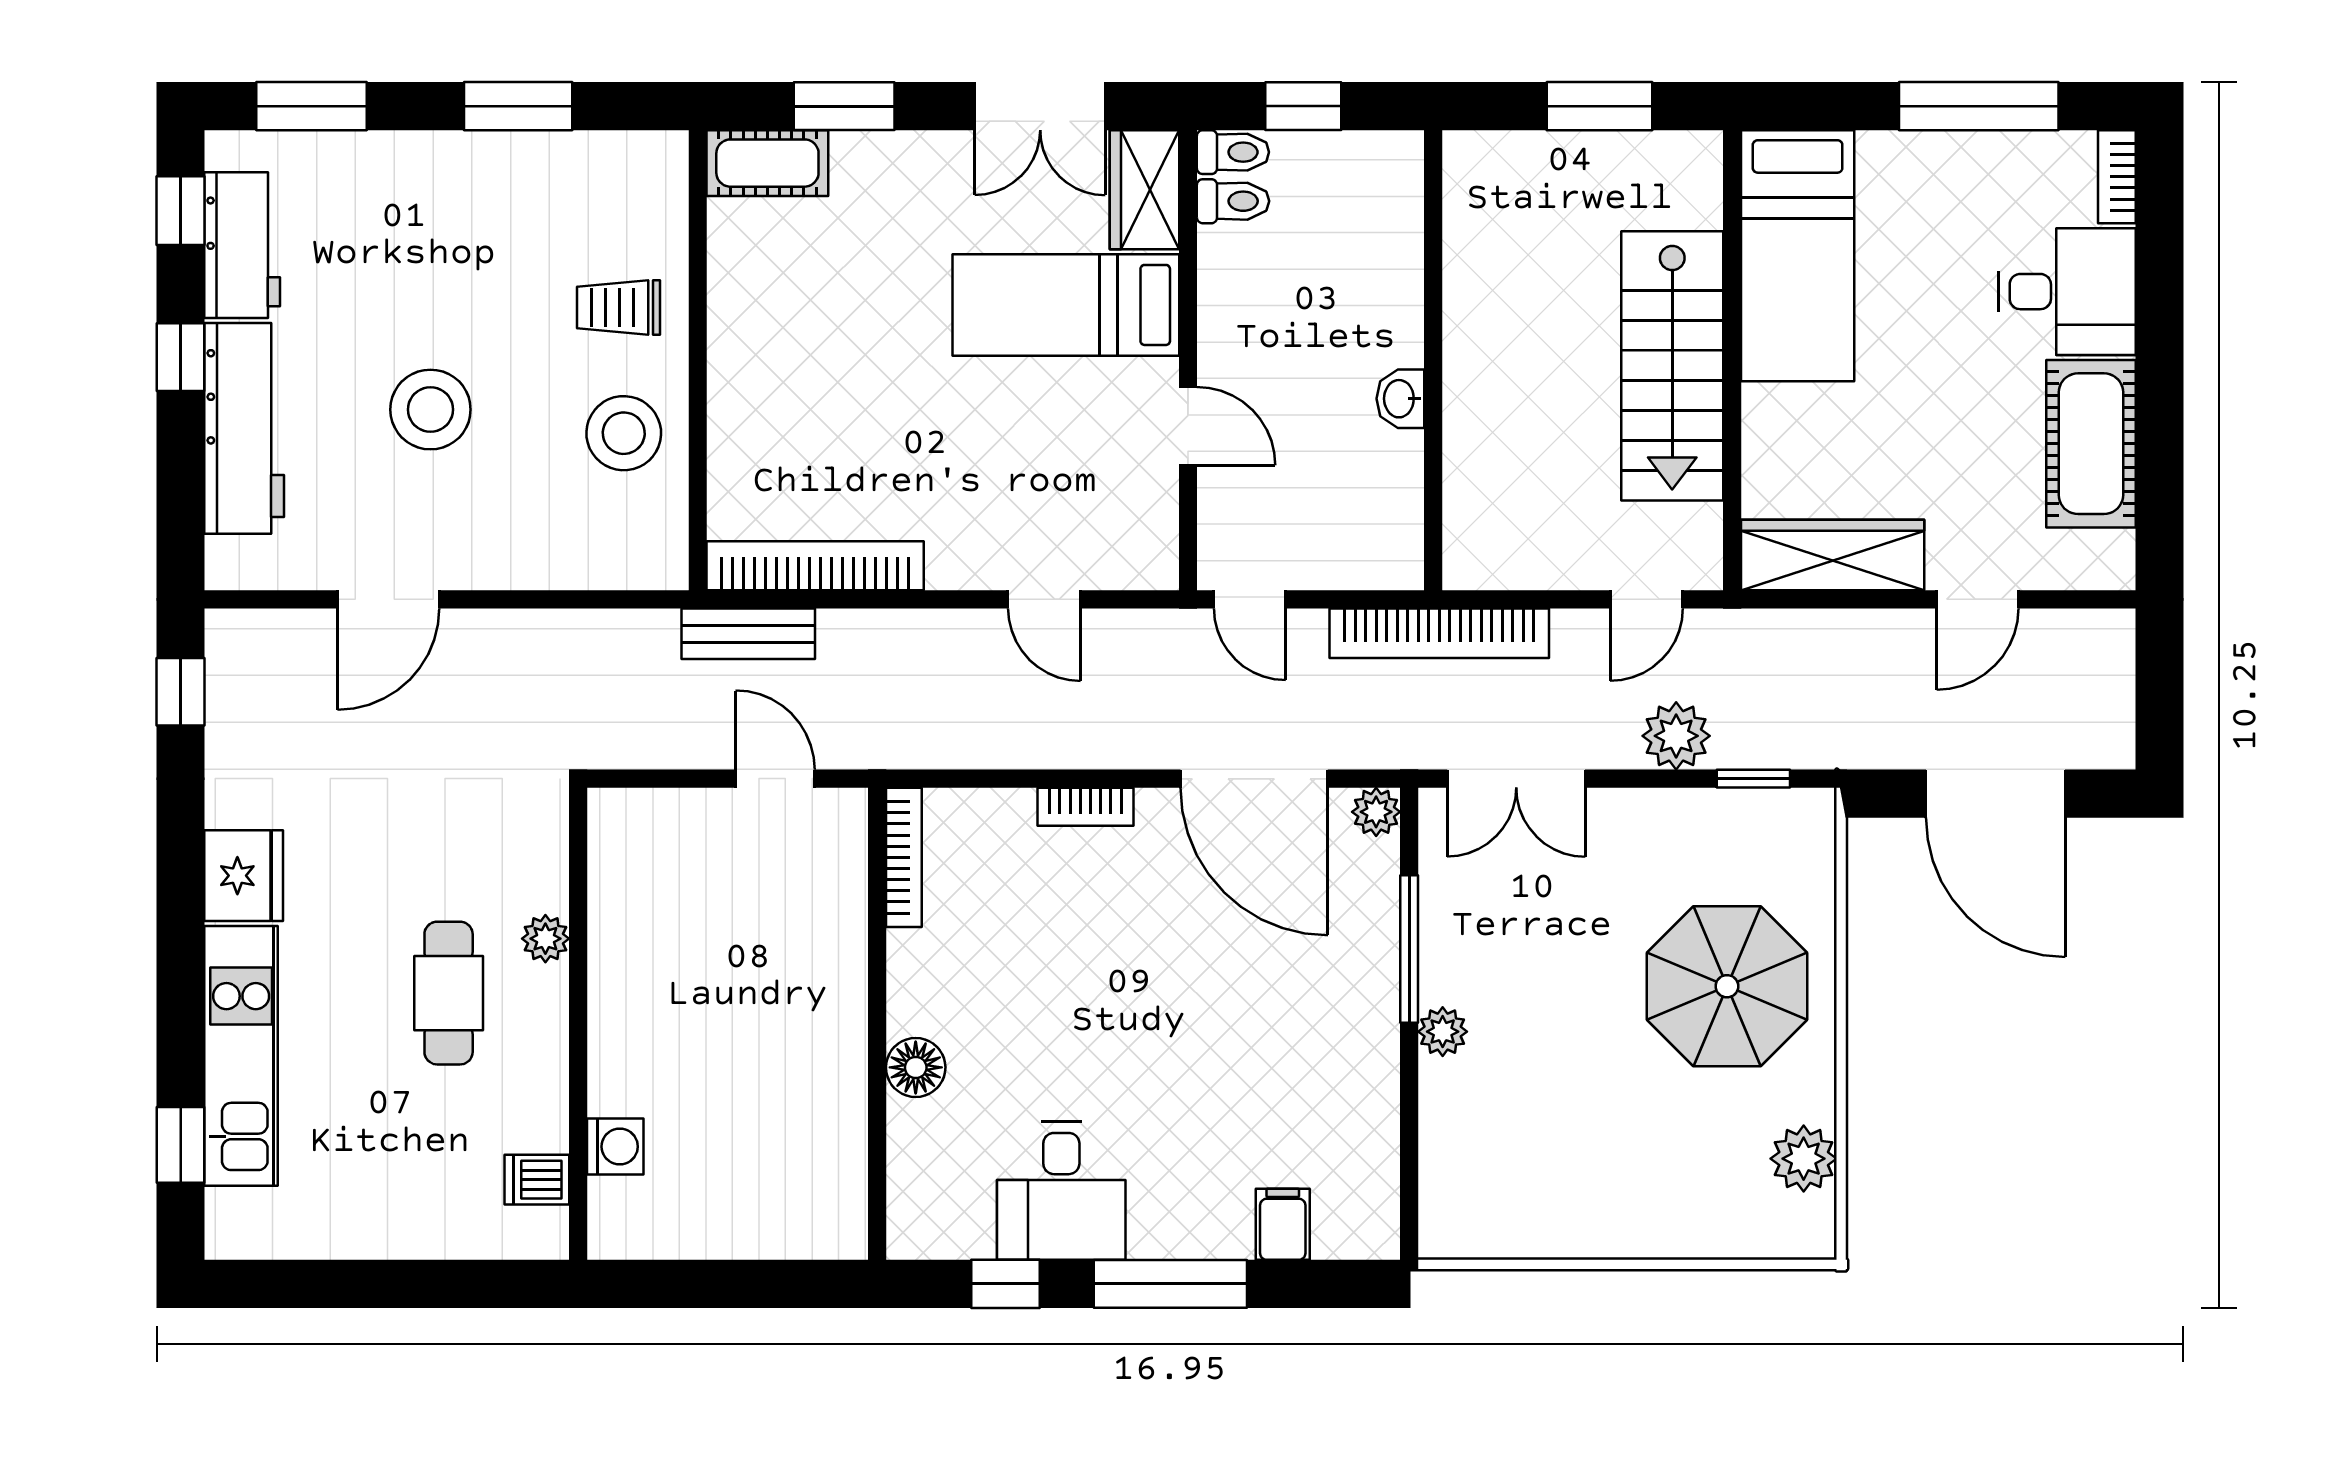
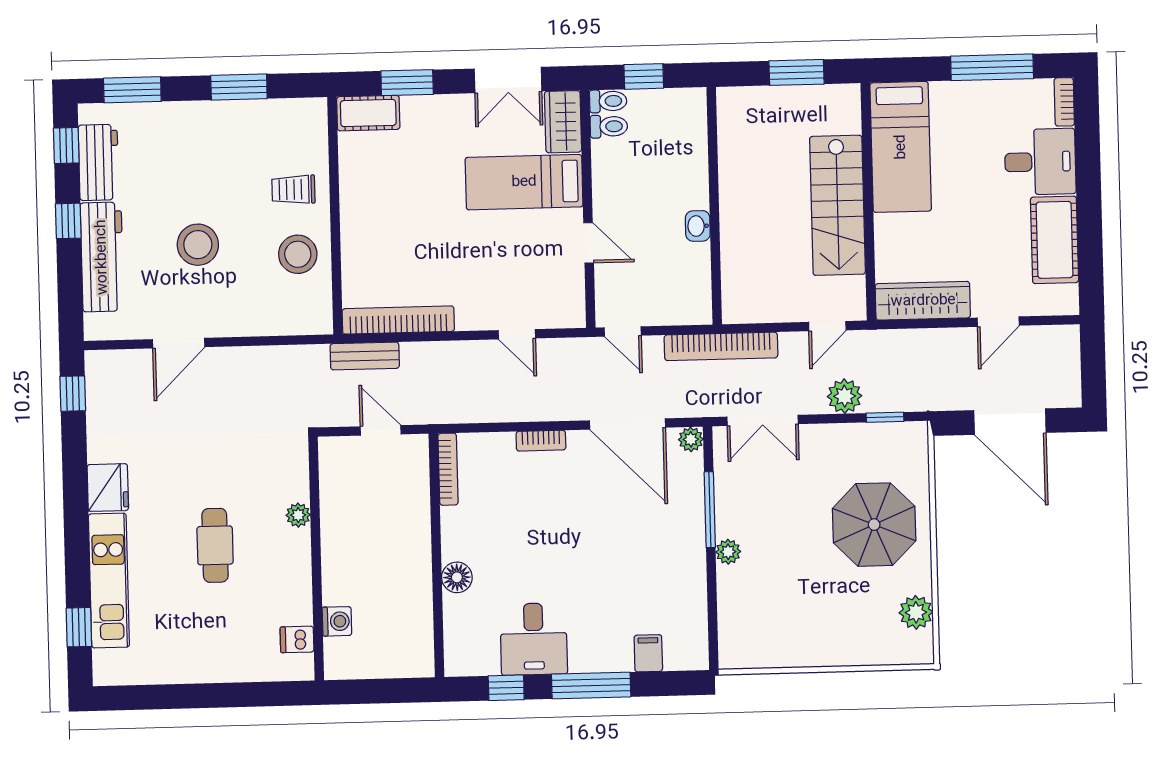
plant: (545, 939) -> (298, 515), moved
wall: (578, 1024) -> (316, 559), moved
washing machine: (615, 1147) -> (337, 621), moved
dishwasher: (537, 1180) -> (297, 639), moved

